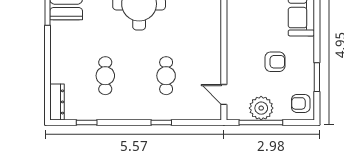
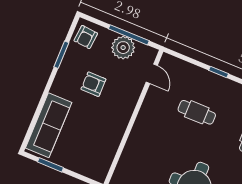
cafe table: (166, 76) -> (197, 112), turned 90
armchair: (301, 103) -> (86, 37), turned 95

